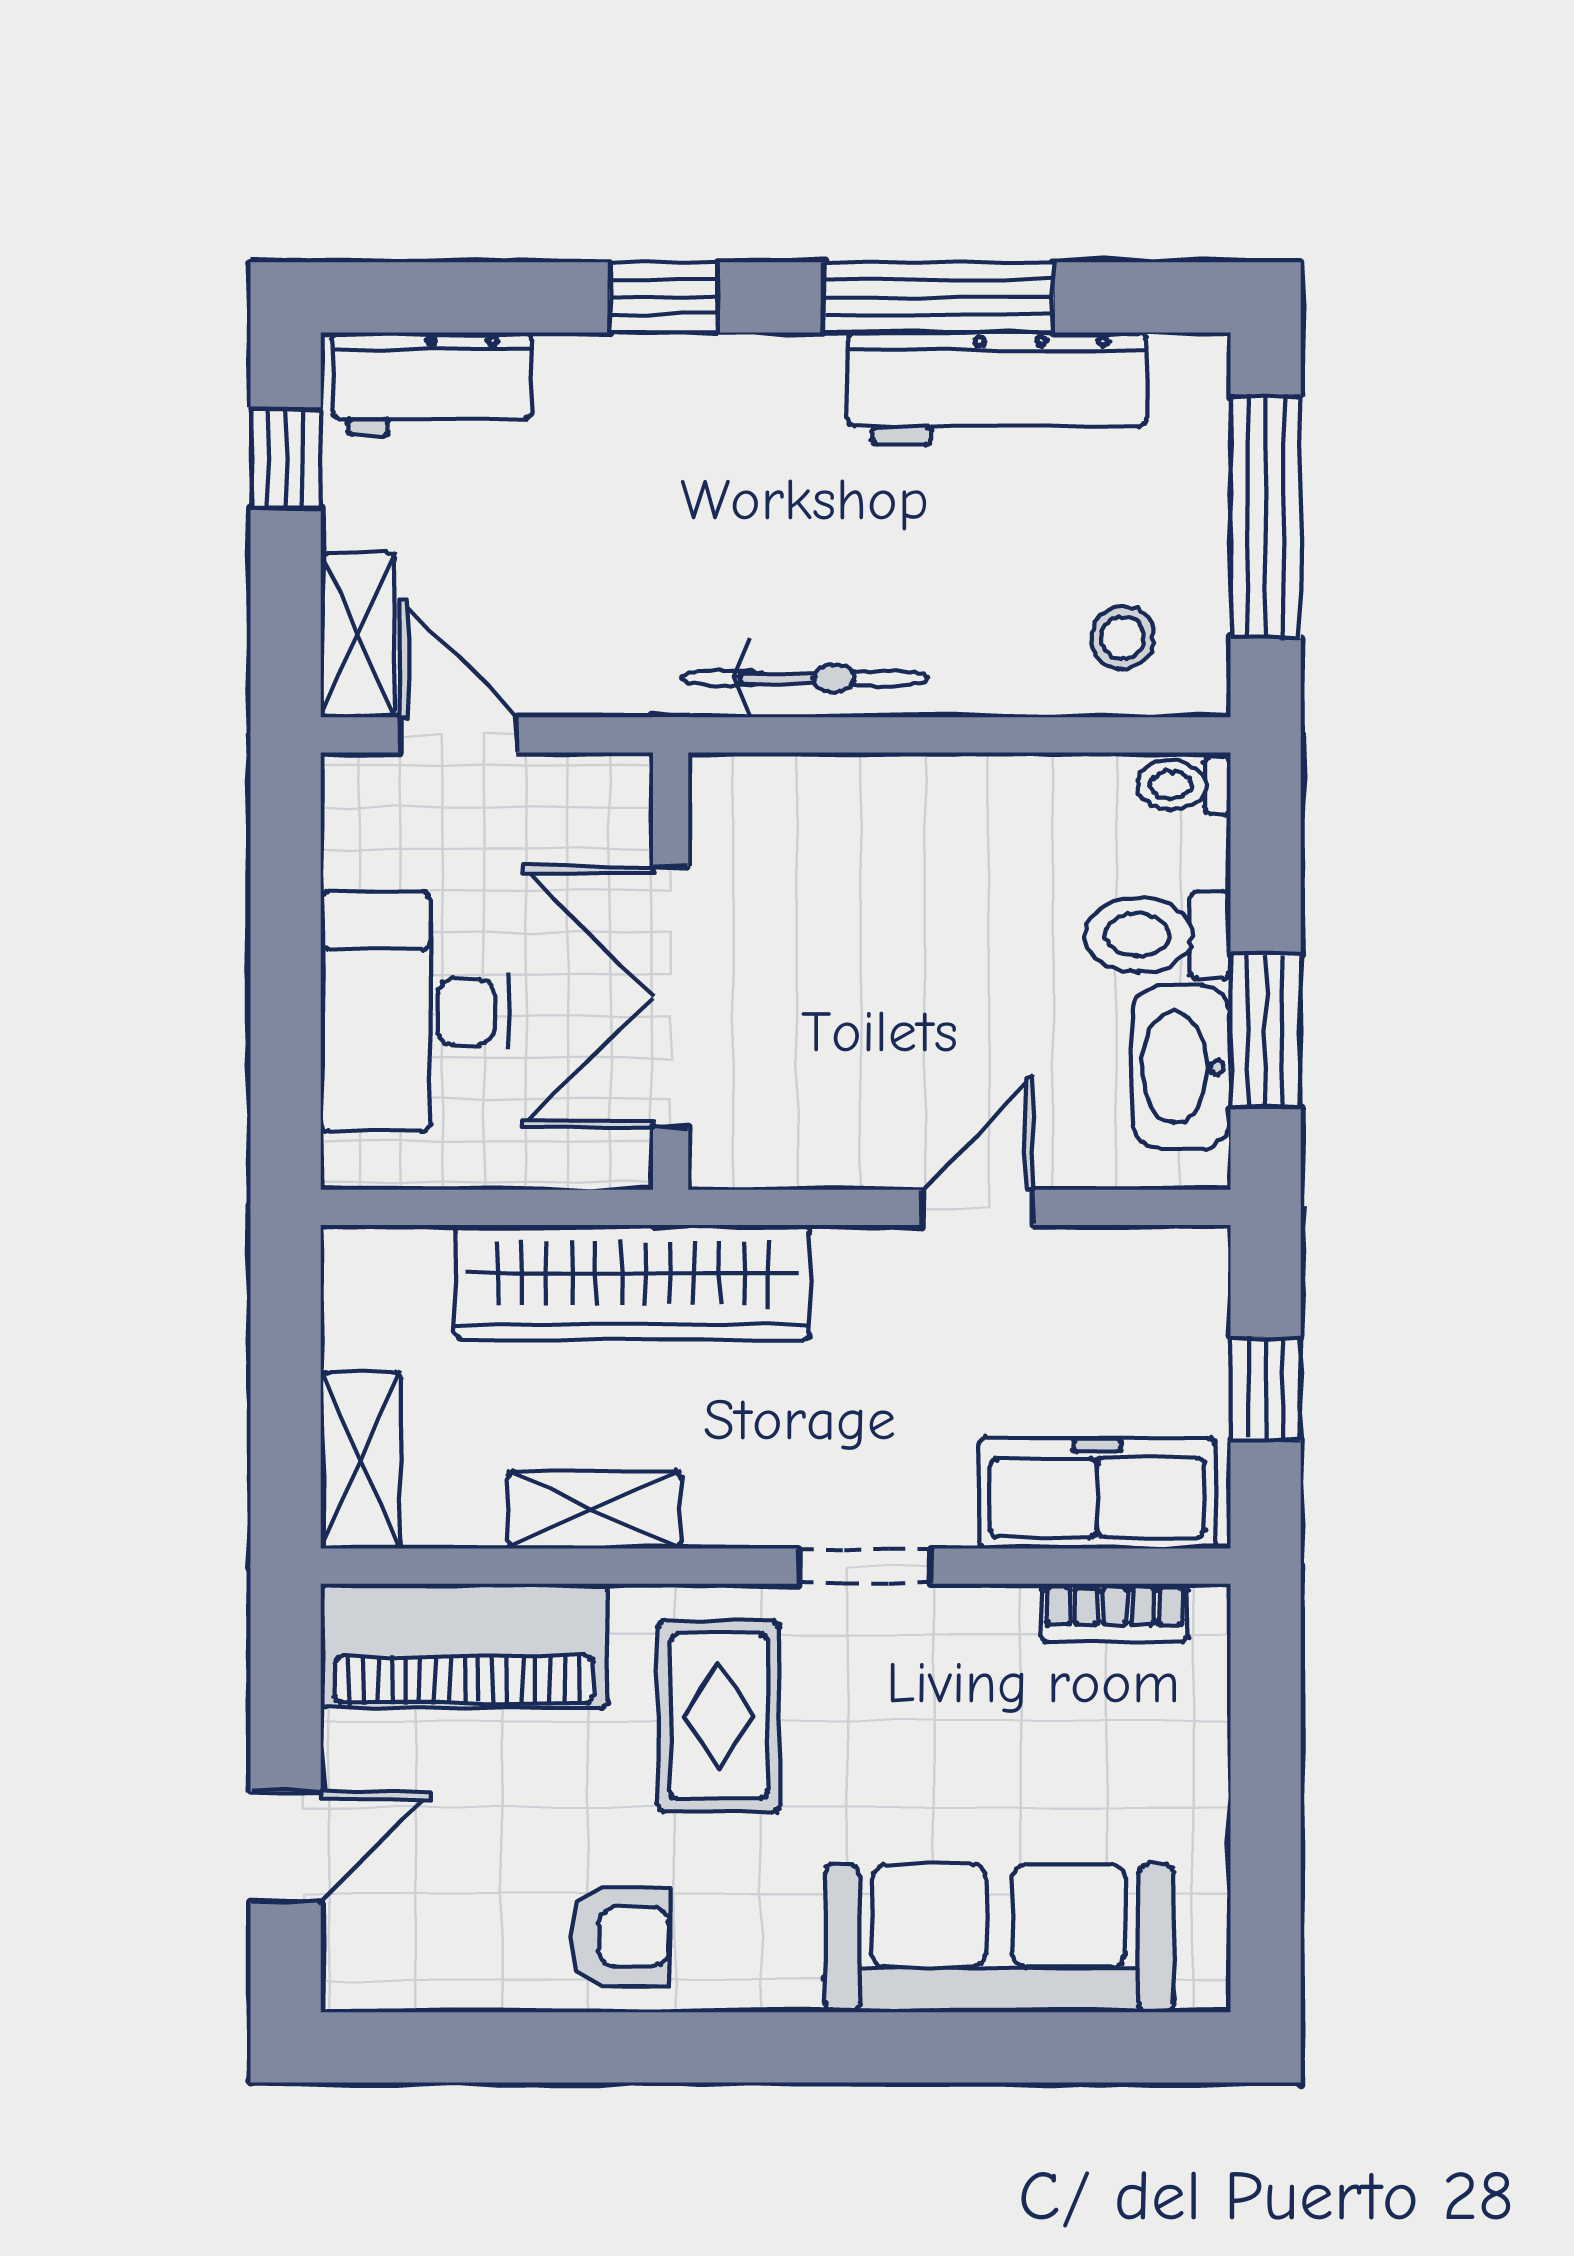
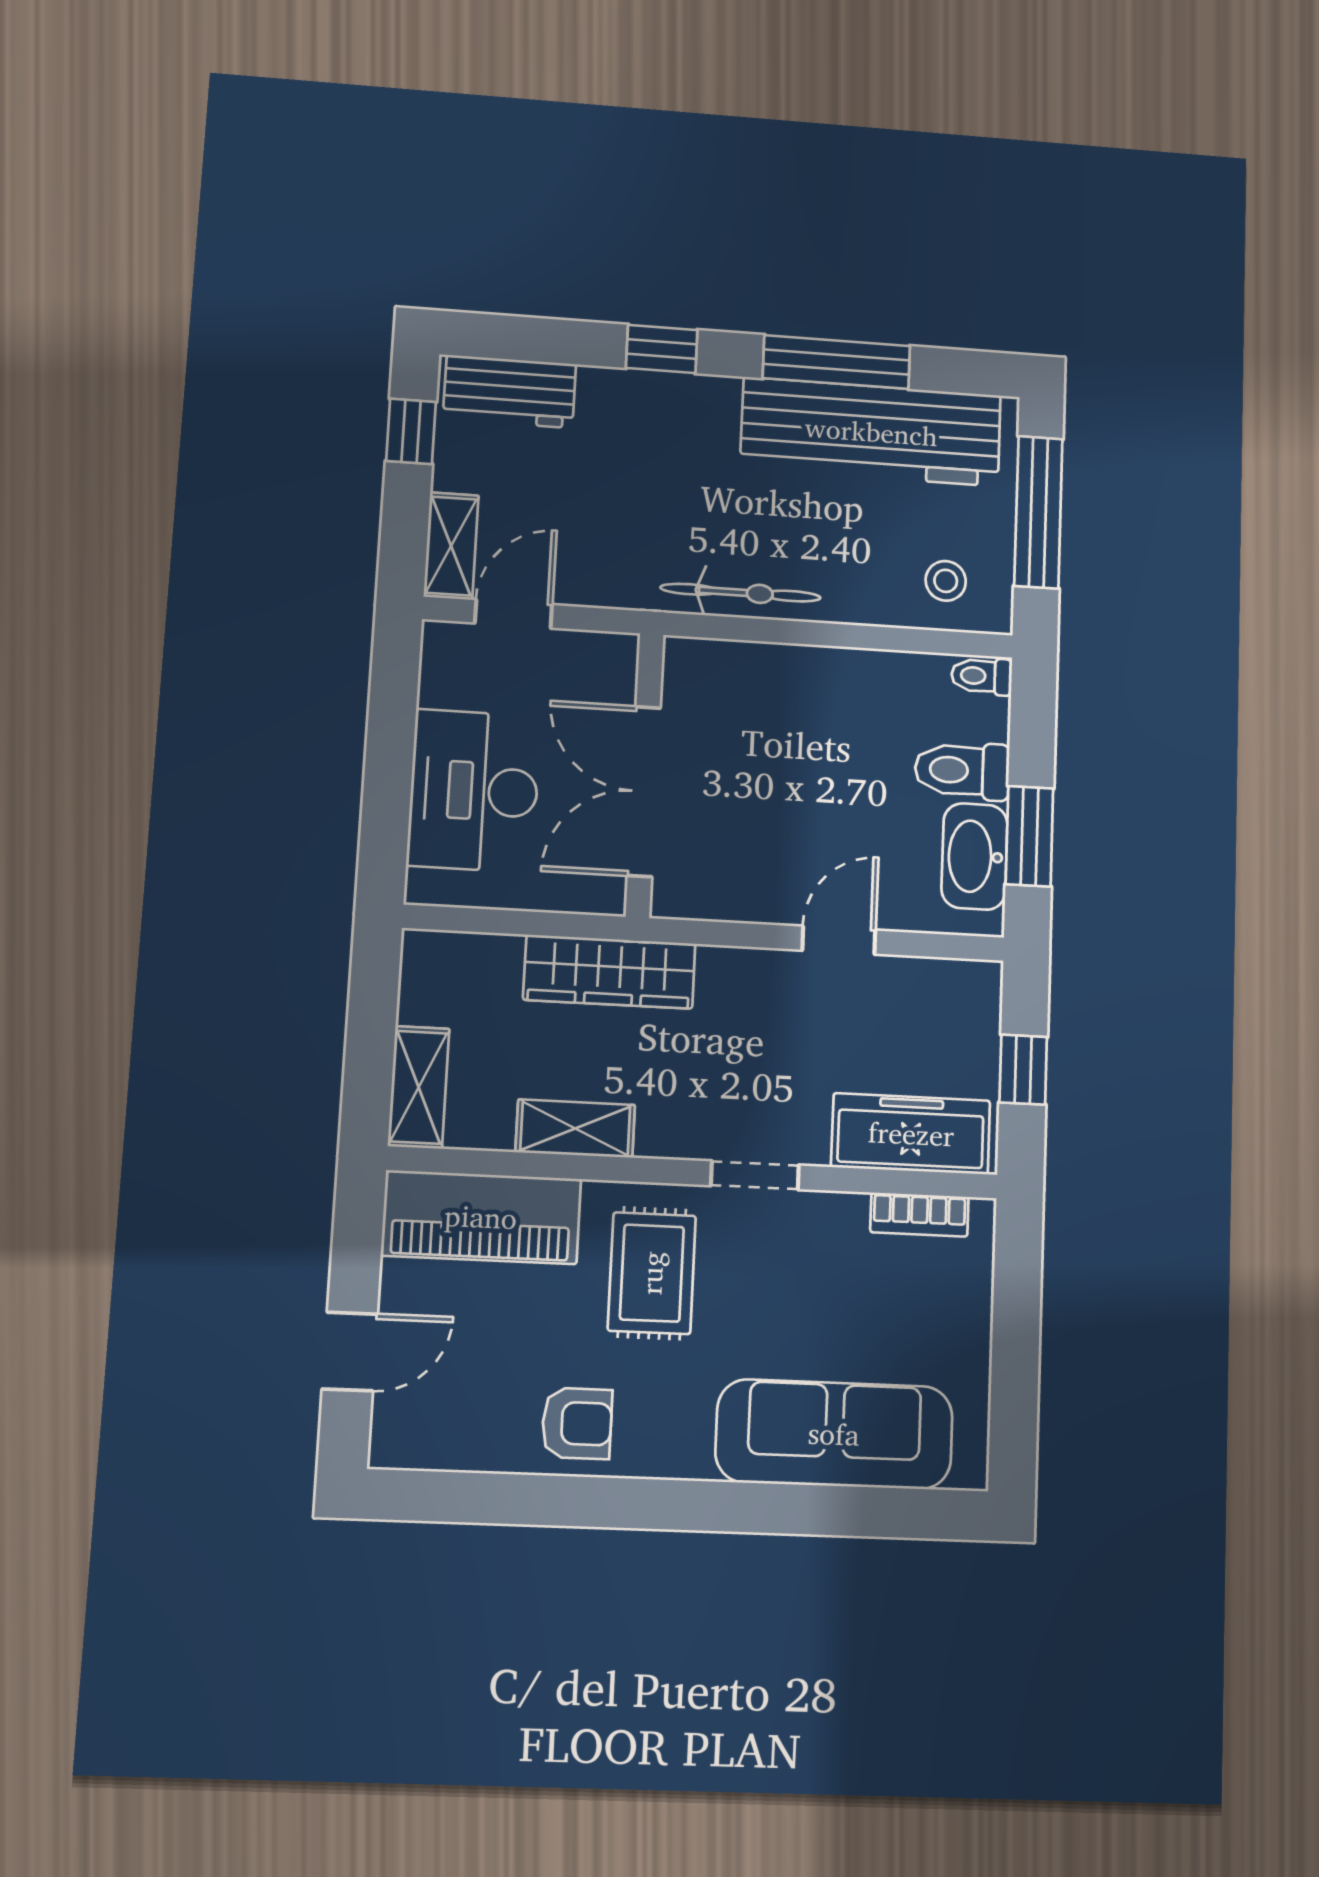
workbench: (997, 388) -> (871, 432), width x1.36, depth x1.32
door: (458, 735) -> (514, 614), hinge flipped
wardrobe: (633, 1282) -> (609, 972), width x0.71, depth x0.85

